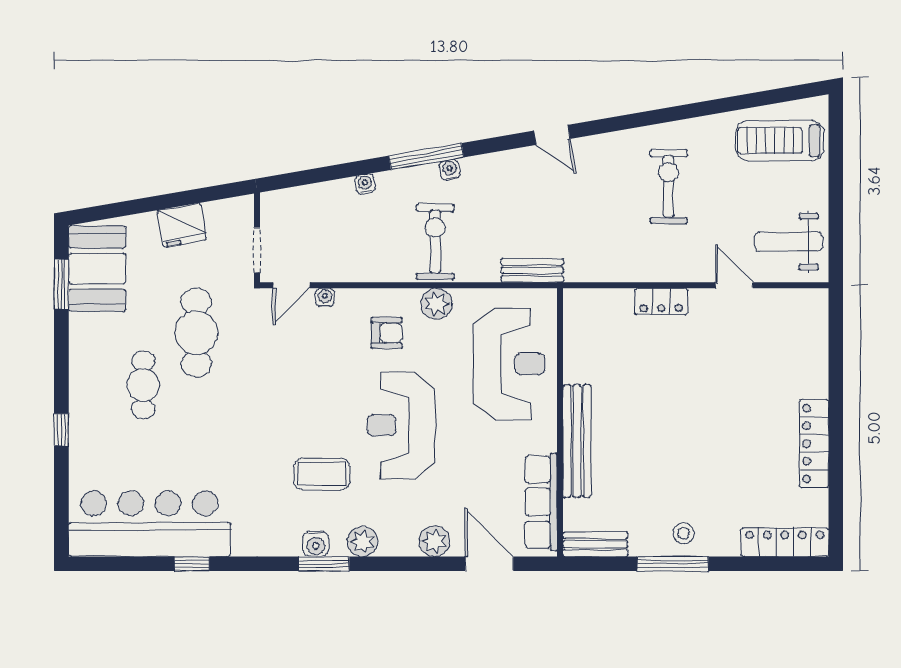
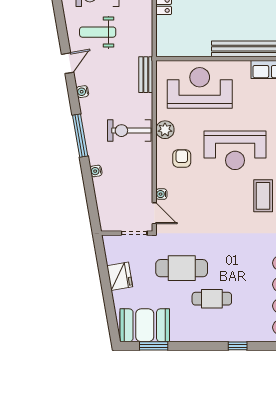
water cooler: (450, 170) -> (82, 92), moved
weight bench: (606, 187) -> (98, 32), added

